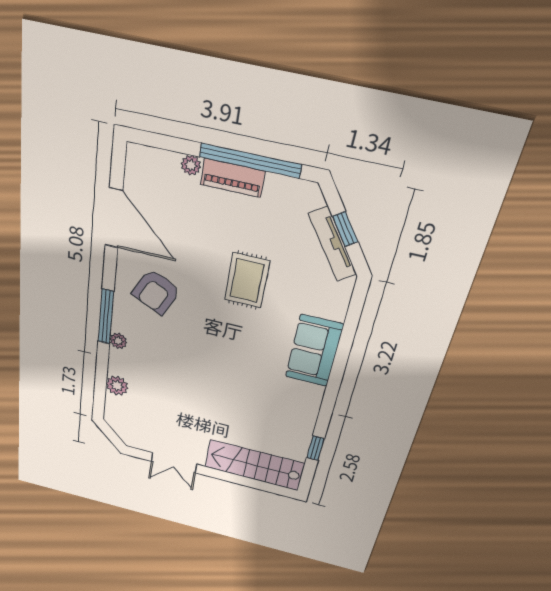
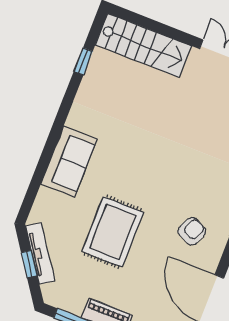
rug: (247, 280) -> (113, 232), width x1.36, depth x1.43
armchair: (156, 292) -> (192, 231), width x0.72, depth x0.72

